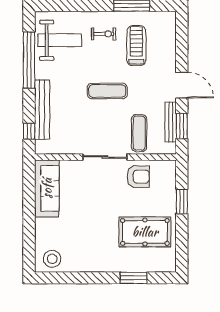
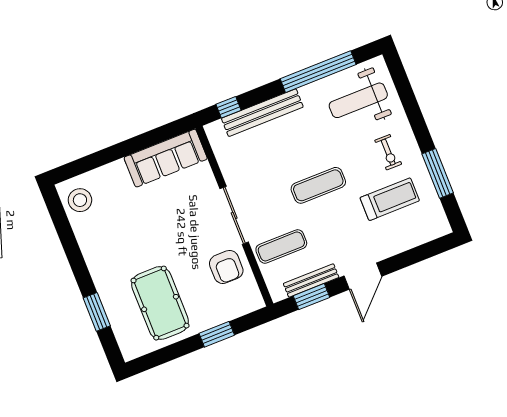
weight bench: (60, 40) -> (358, 100), turned 90
exercise mat: (107, 91) -> (318, 185), turned 90

